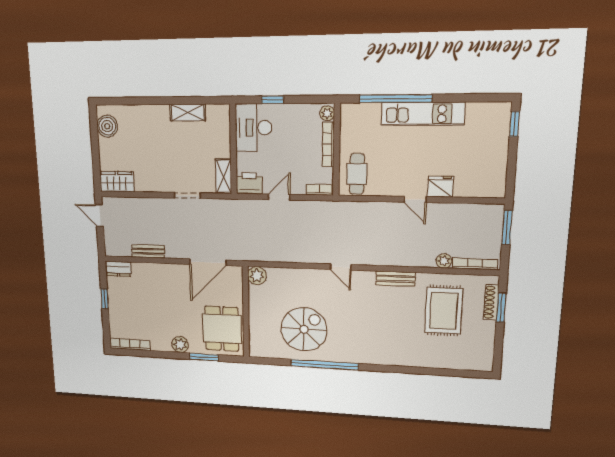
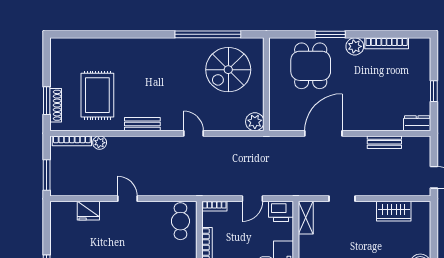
wardrobe: (117, 182) -> (394, 211), moved
fridge: (440, 187) -> (88, 211), moved
plant: (257, 276) -> (255, 122), moved
wall: (246, 312) -> (266, 84), moved
bookcase: (130, 344) -> (387, 43), moved

